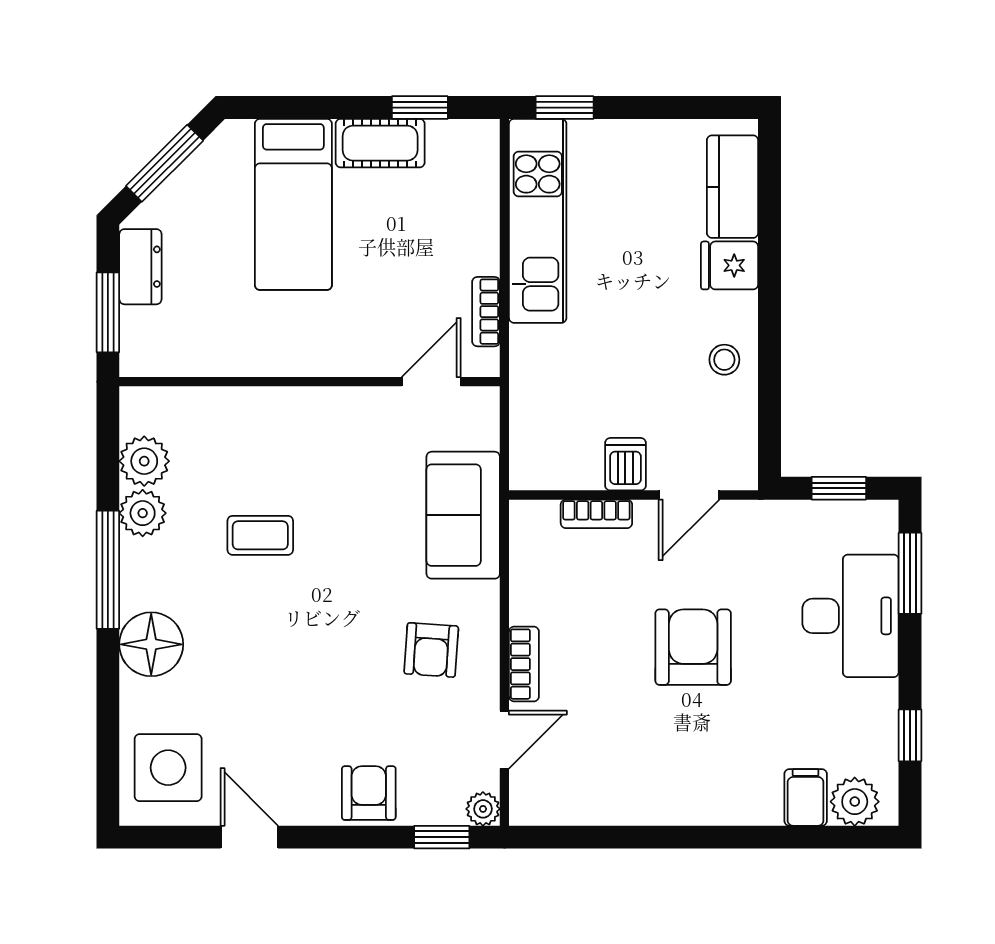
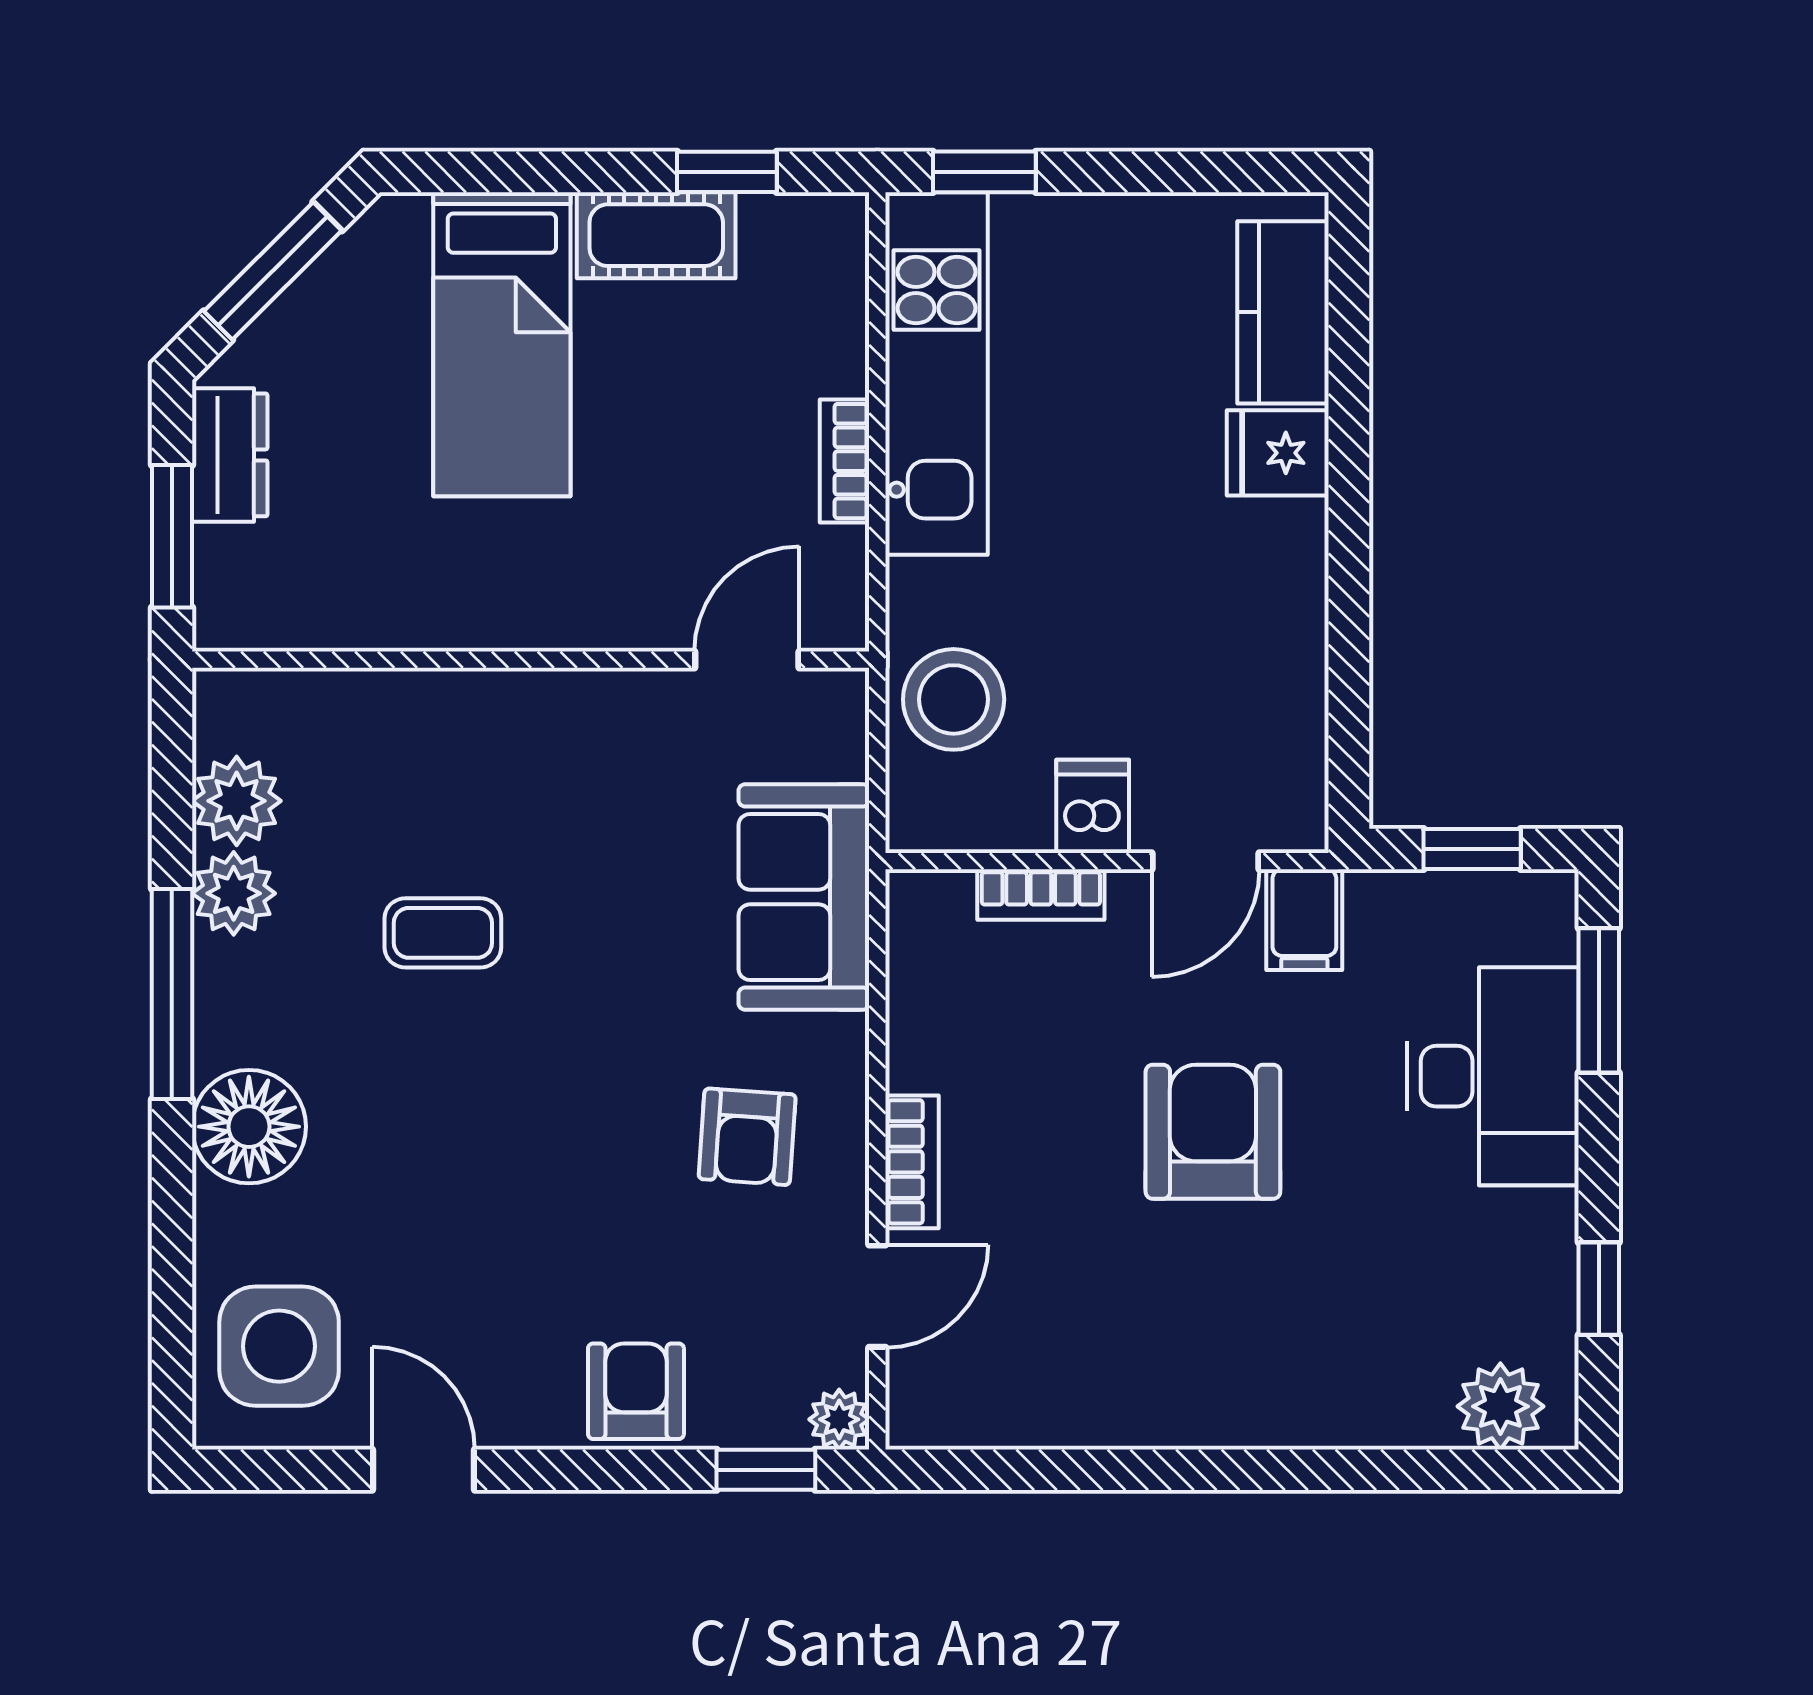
bookcase: (486, 312) -> (845, 461), moved
stool: (724, 360) -> (954, 699), moved, width x1.89, depth x1.89
filing cabinet: (806, 797) -> (1304, 920), moved, turned 180

